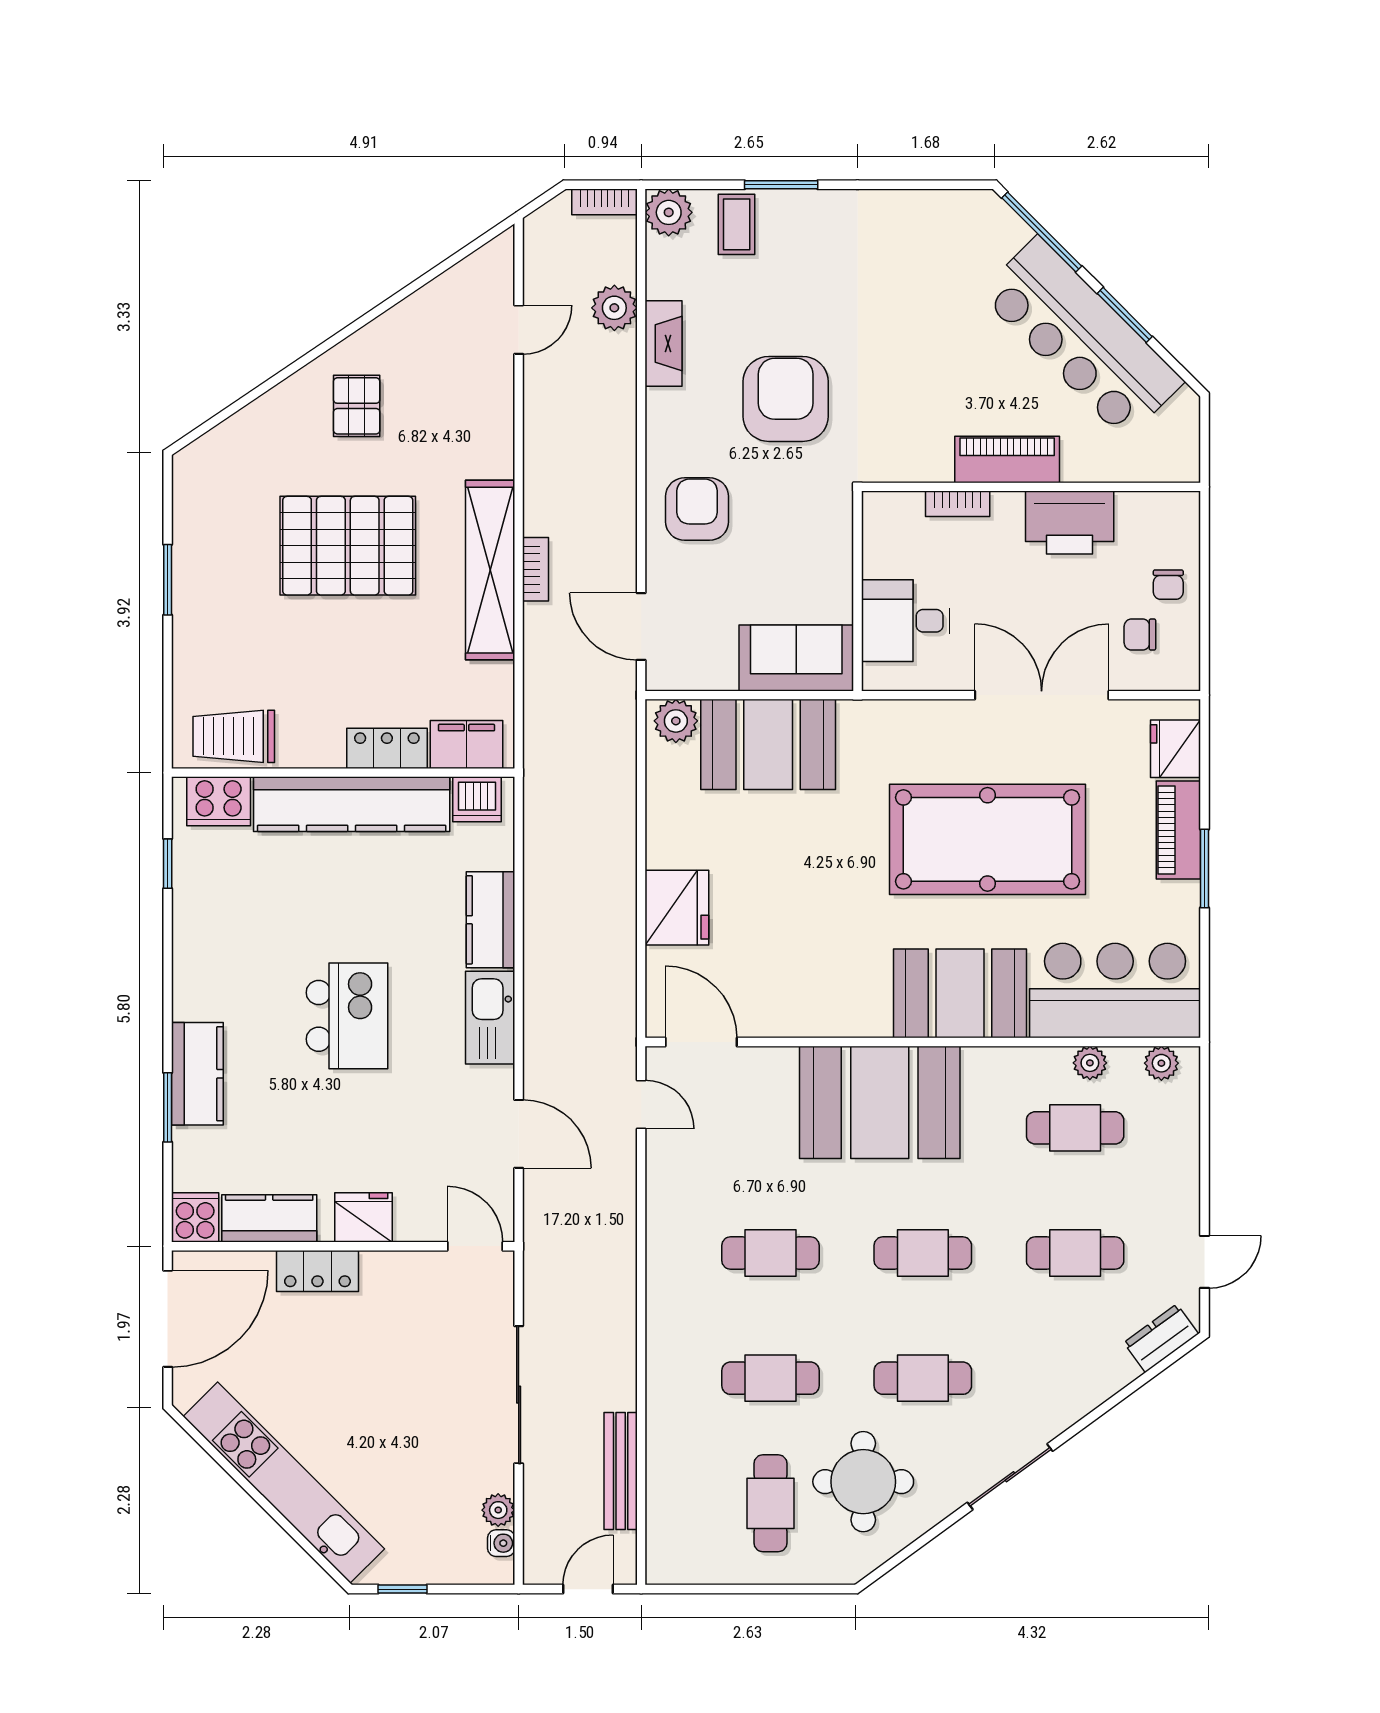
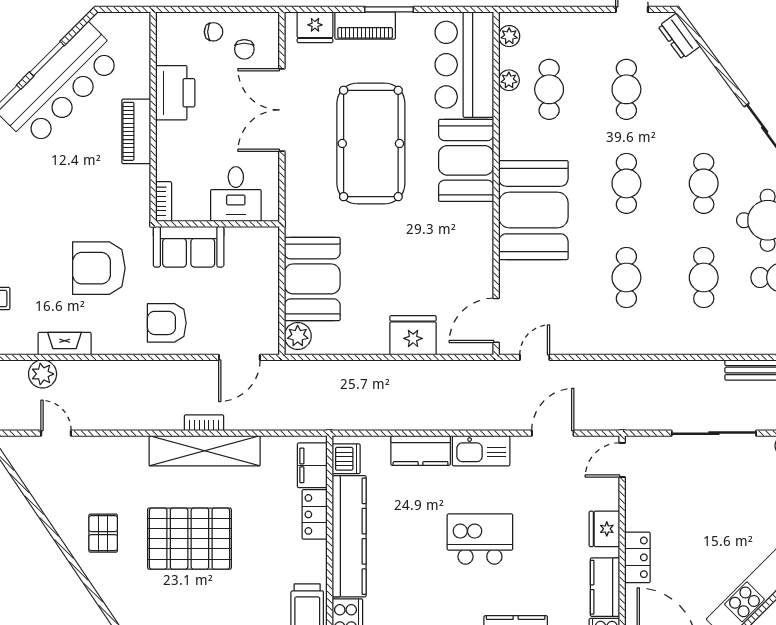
pallet: (357, 406) -> (103, 533), turned 90
bookcase: (958, 504) -> (164, 201), moved
pallet: (348, 546) -> (189, 539), turned 90
sofa: (796, 658) -> (189, 247), moved, turned -90

